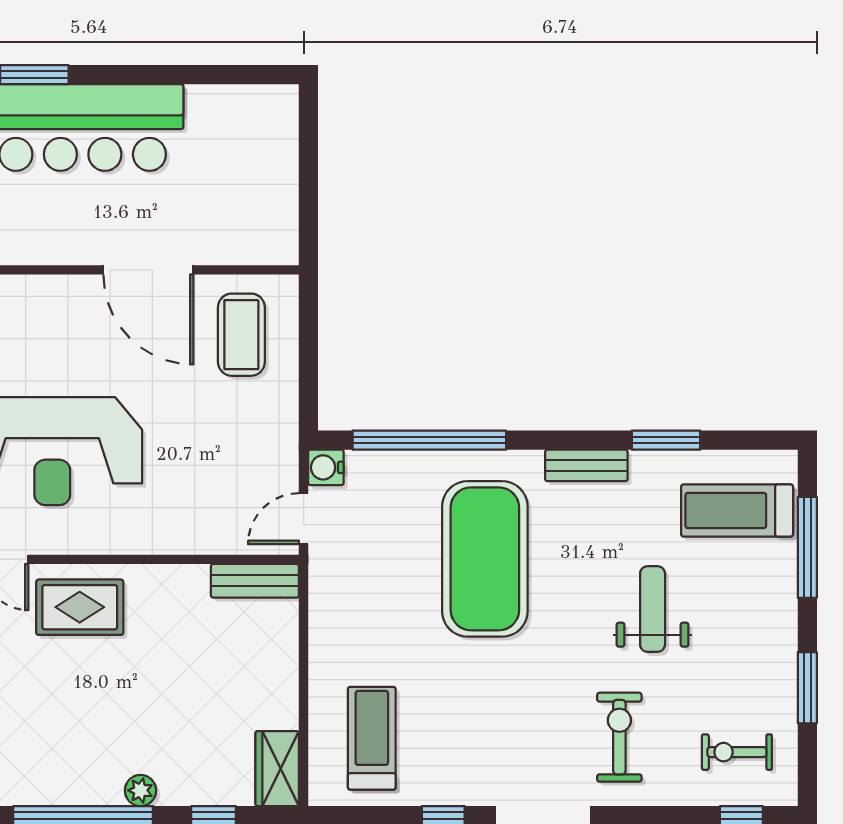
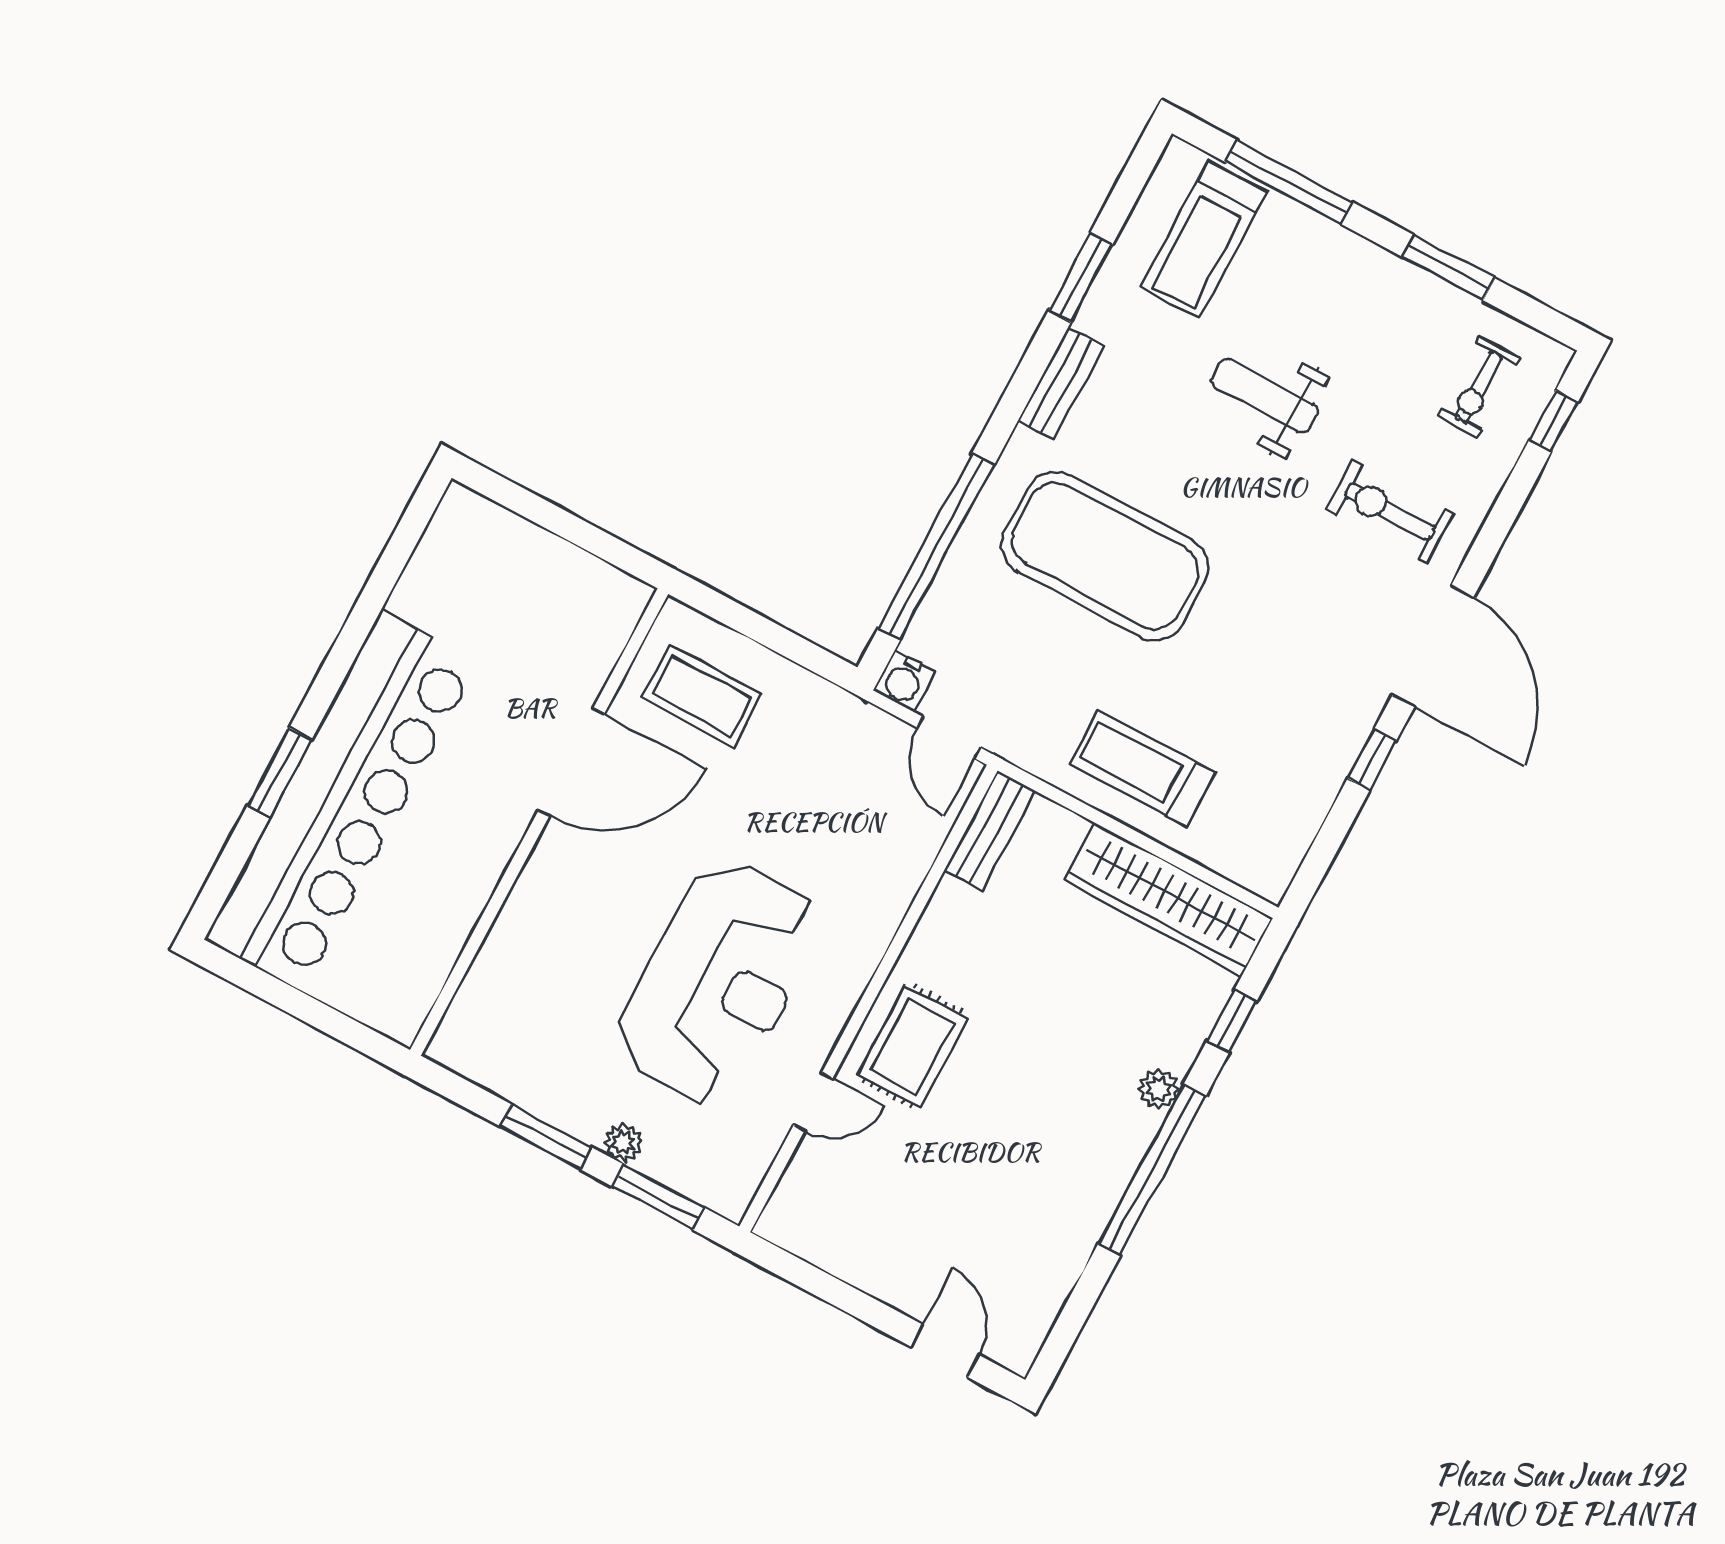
treadmill: (372, 738) -> (1142, 768), moved
wardrobe: (277, 769) -> (1168, 899), width x2.10, depth x1.17

